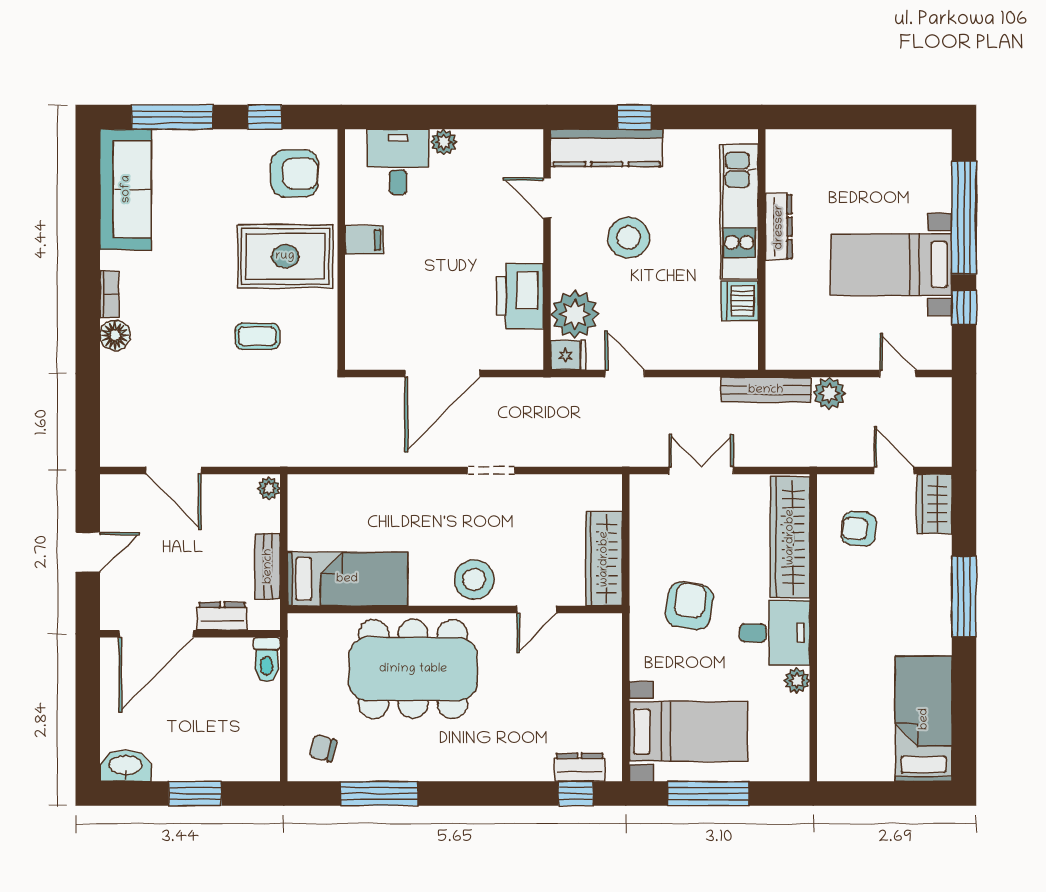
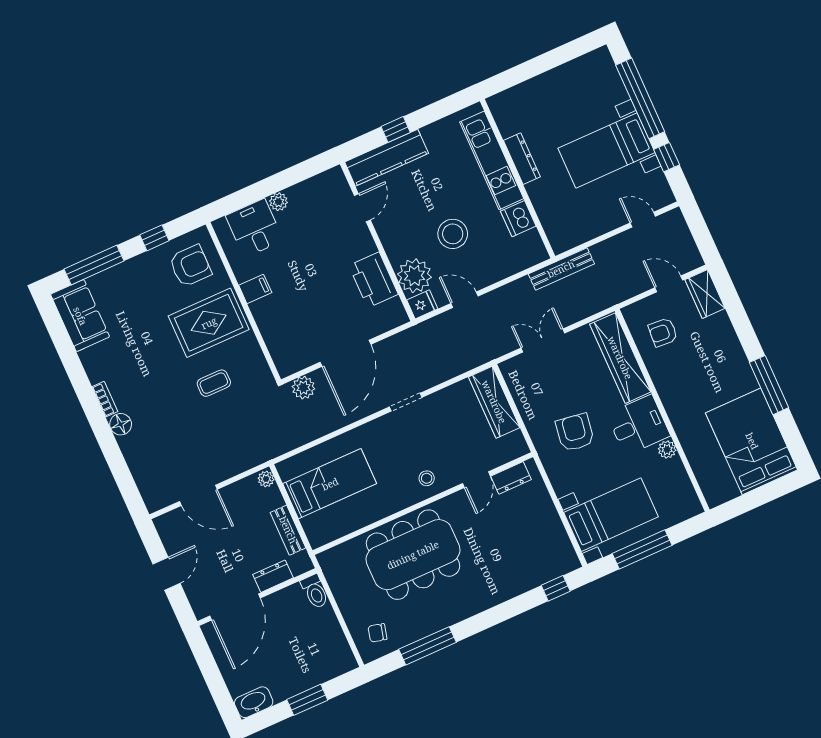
sofa: (126, 189) -> (80, 316), width x0.73
door: (547, 198) -> (362, 208), swing flipped
stool: (629, 238) -> (453, 234), moved
plant: (829, 393) -> (303, 388), moved
wardrobe: (604, 559) -> (494, 402), moved
bed: (347, 579) -> (330, 484), moved
stool: (474, 579) -> (427, 478), width x0.53, depth x0.53
window: (964, 596) -> (769, 385), moved
bed: (924, 719) -> (752, 441), width x1.50
dresser: (580, 767) -> (511, 478), moved, turned 180

